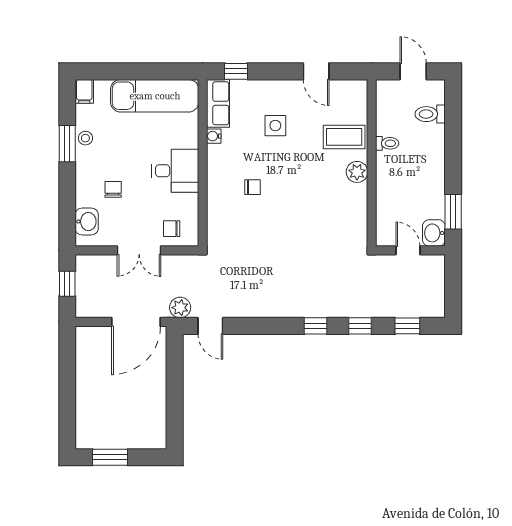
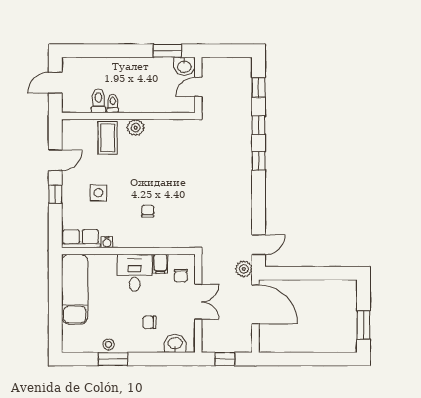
window: (236, 71) -> (55, 194), moved
filing cabinet: (84, 91) -> (160, 264), moved, turned 90
toilet: (430, 114) -> (99, 101), moved, turned 180

